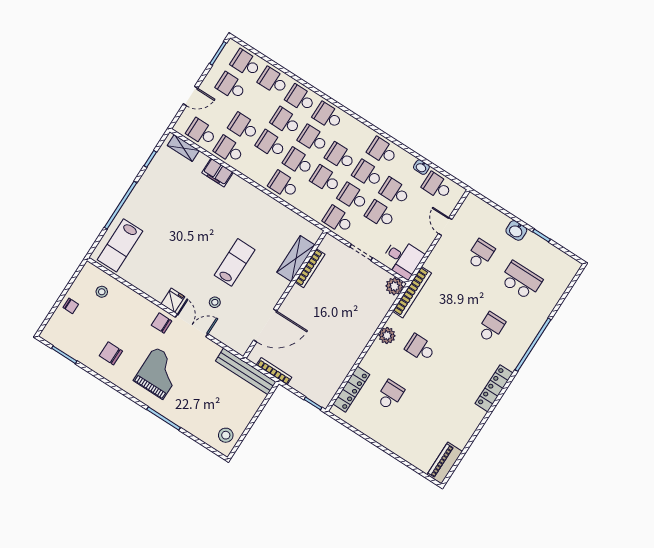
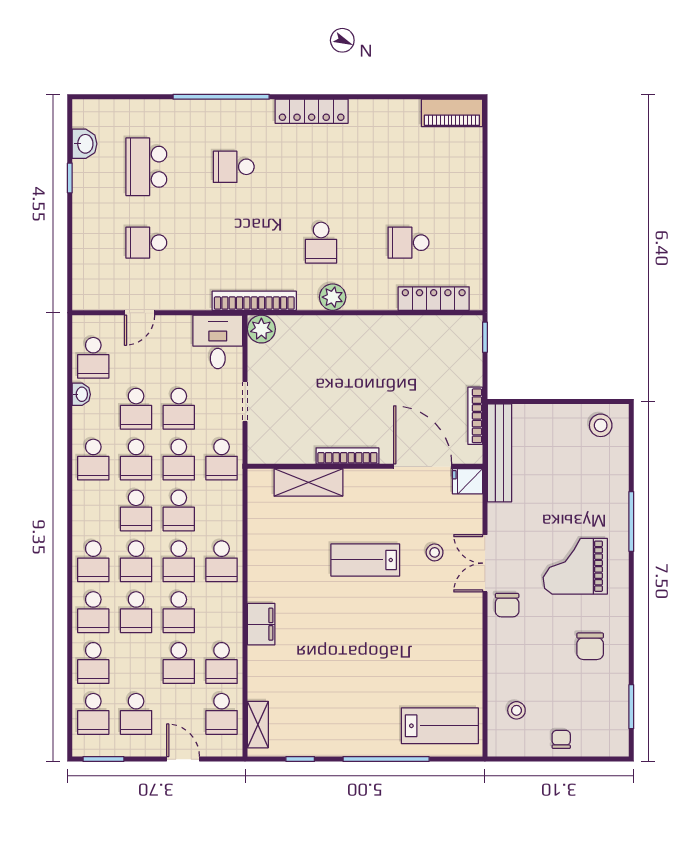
filing cabinet: (217, 173) -> (261, 624), moved
washbasin: (516, 230) -> (85, 144), moved
bookcase: (310, 268) -> (347, 456), moved
fridge: (173, 300) -> (467, 481), moved

